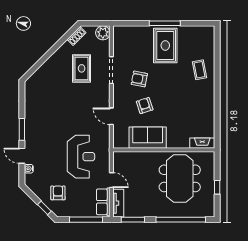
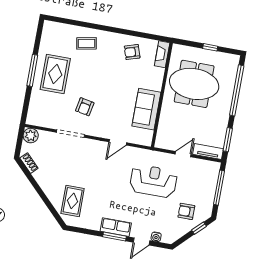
rug: (165, 45) -> (55, 74), turned 90
rug: (82, 68) -> (73, 201), moved, turned 90
armchair: (145, 106) -> (132, 52), moved
row of seats: (103, 202) -> (116, 227), moved, turned 180

